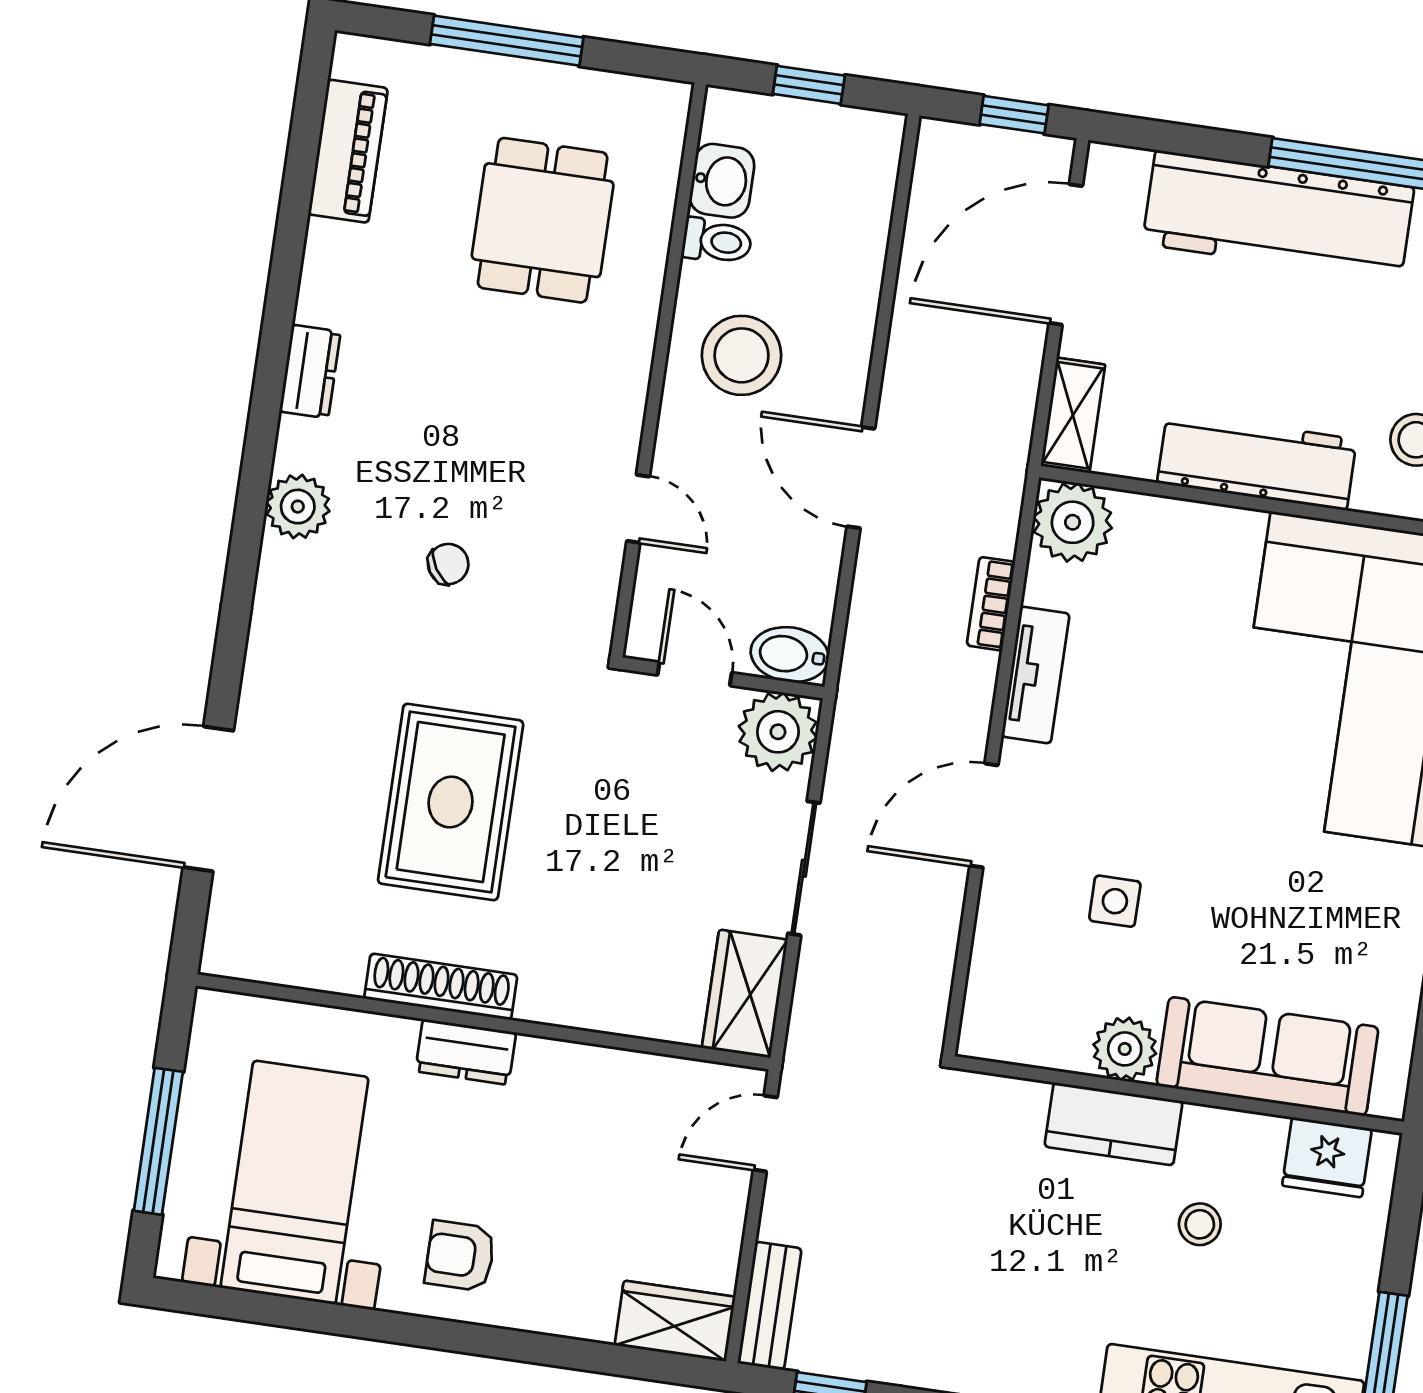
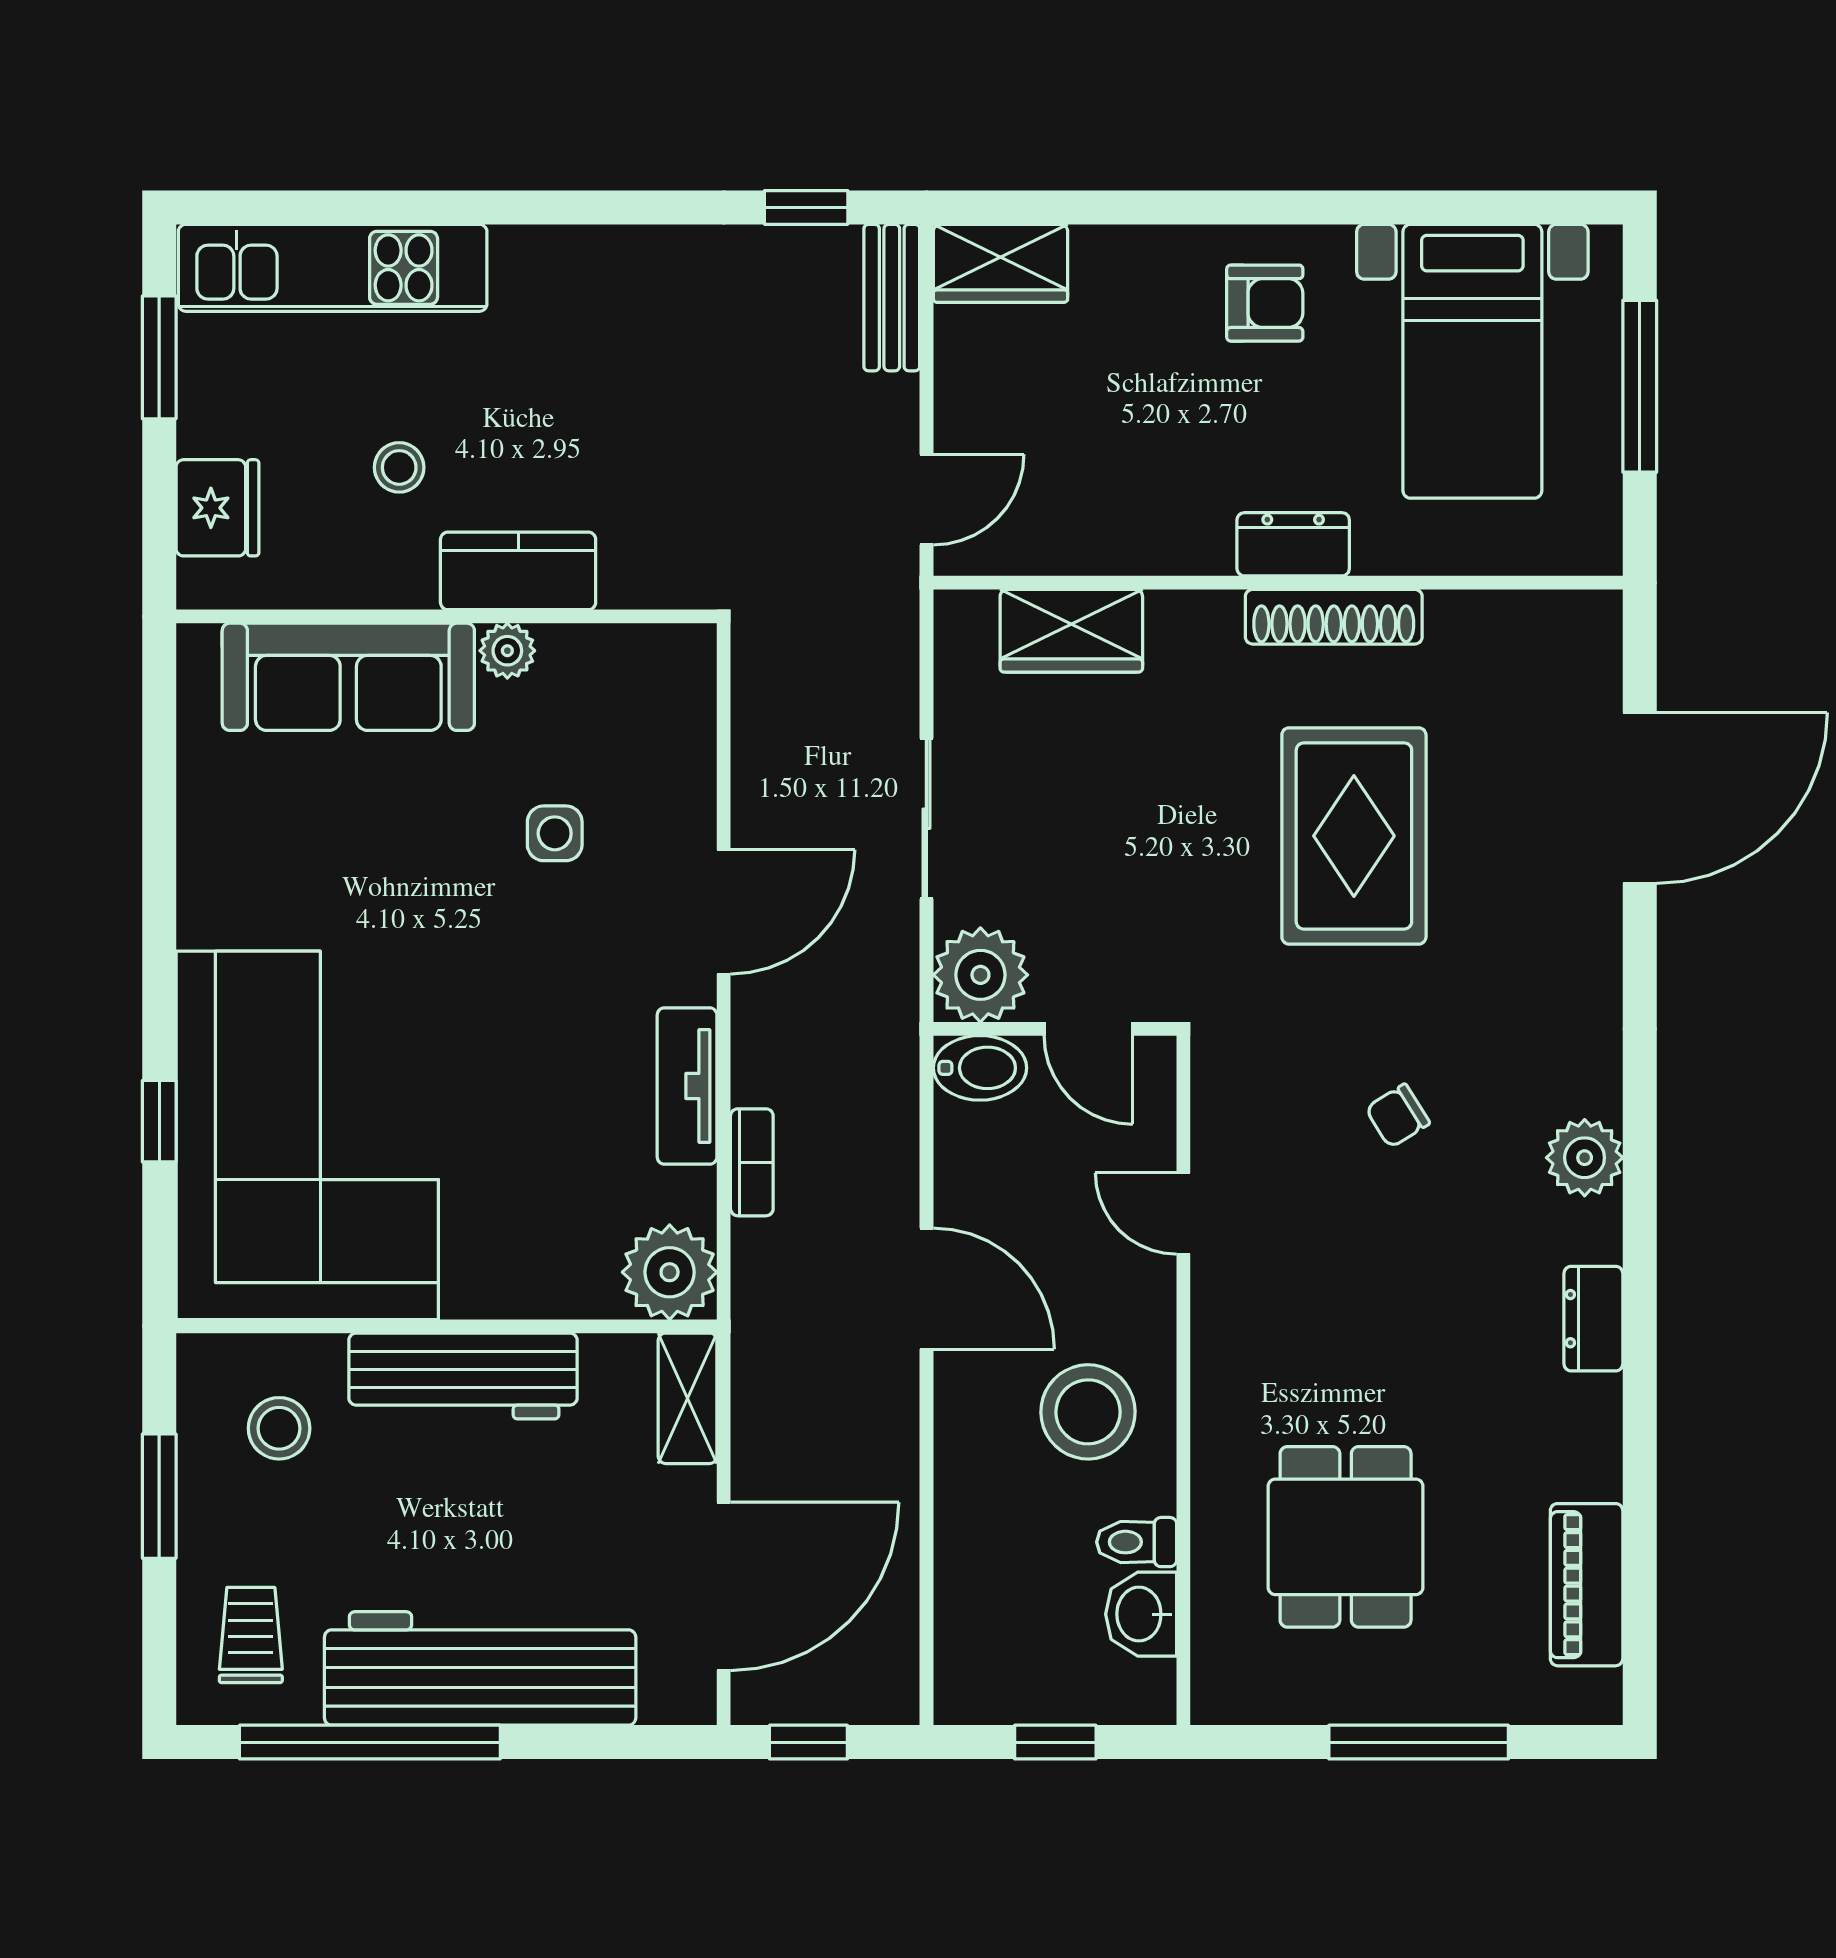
wardrobe: (745, 994) -> (1071, 631), moved, turned 90
plant: (1125, 1049) -> (507, 651), width x0.73, depth x0.73
fridge: (1327, 1157) -> (217, 508), moved, turned 90

